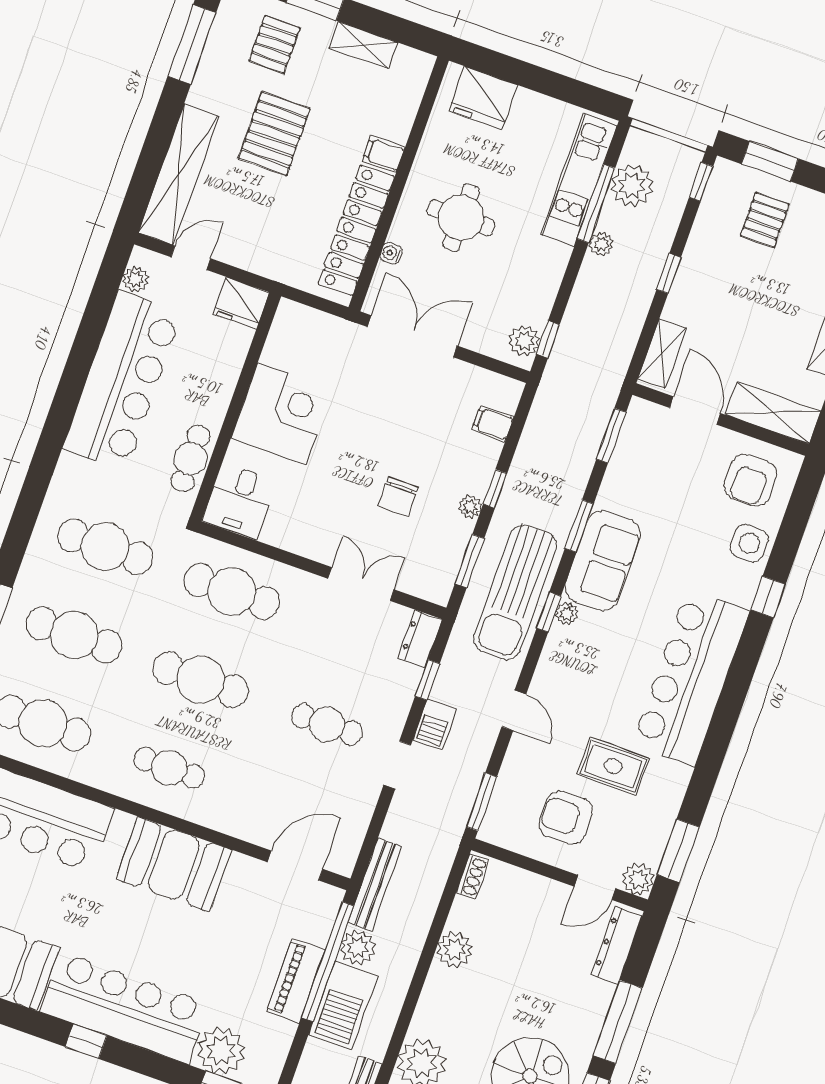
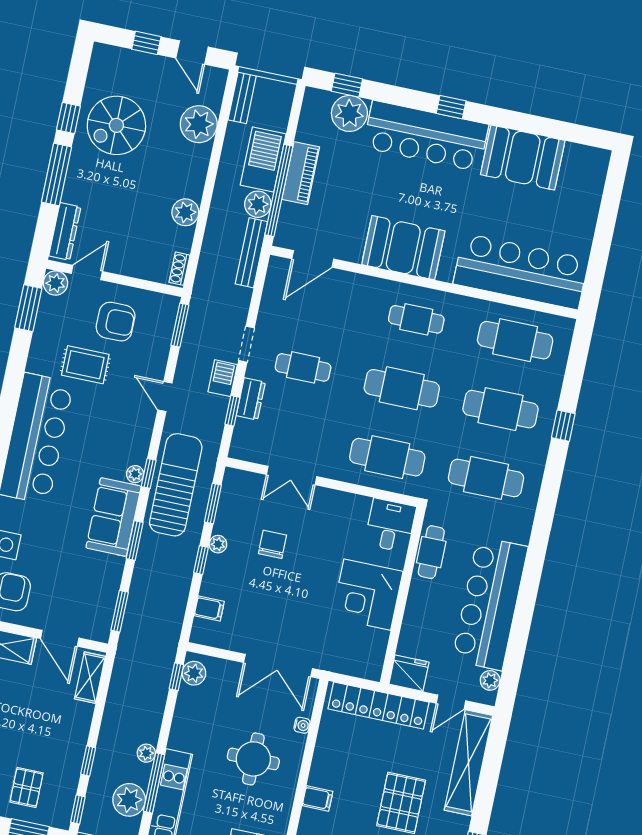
locker: (356, 230) -> (379, 705), moved, turned 90
window: (669, 273) -> (88, 761), moved
dresser: (420, 639) -> (251, 399), moved

